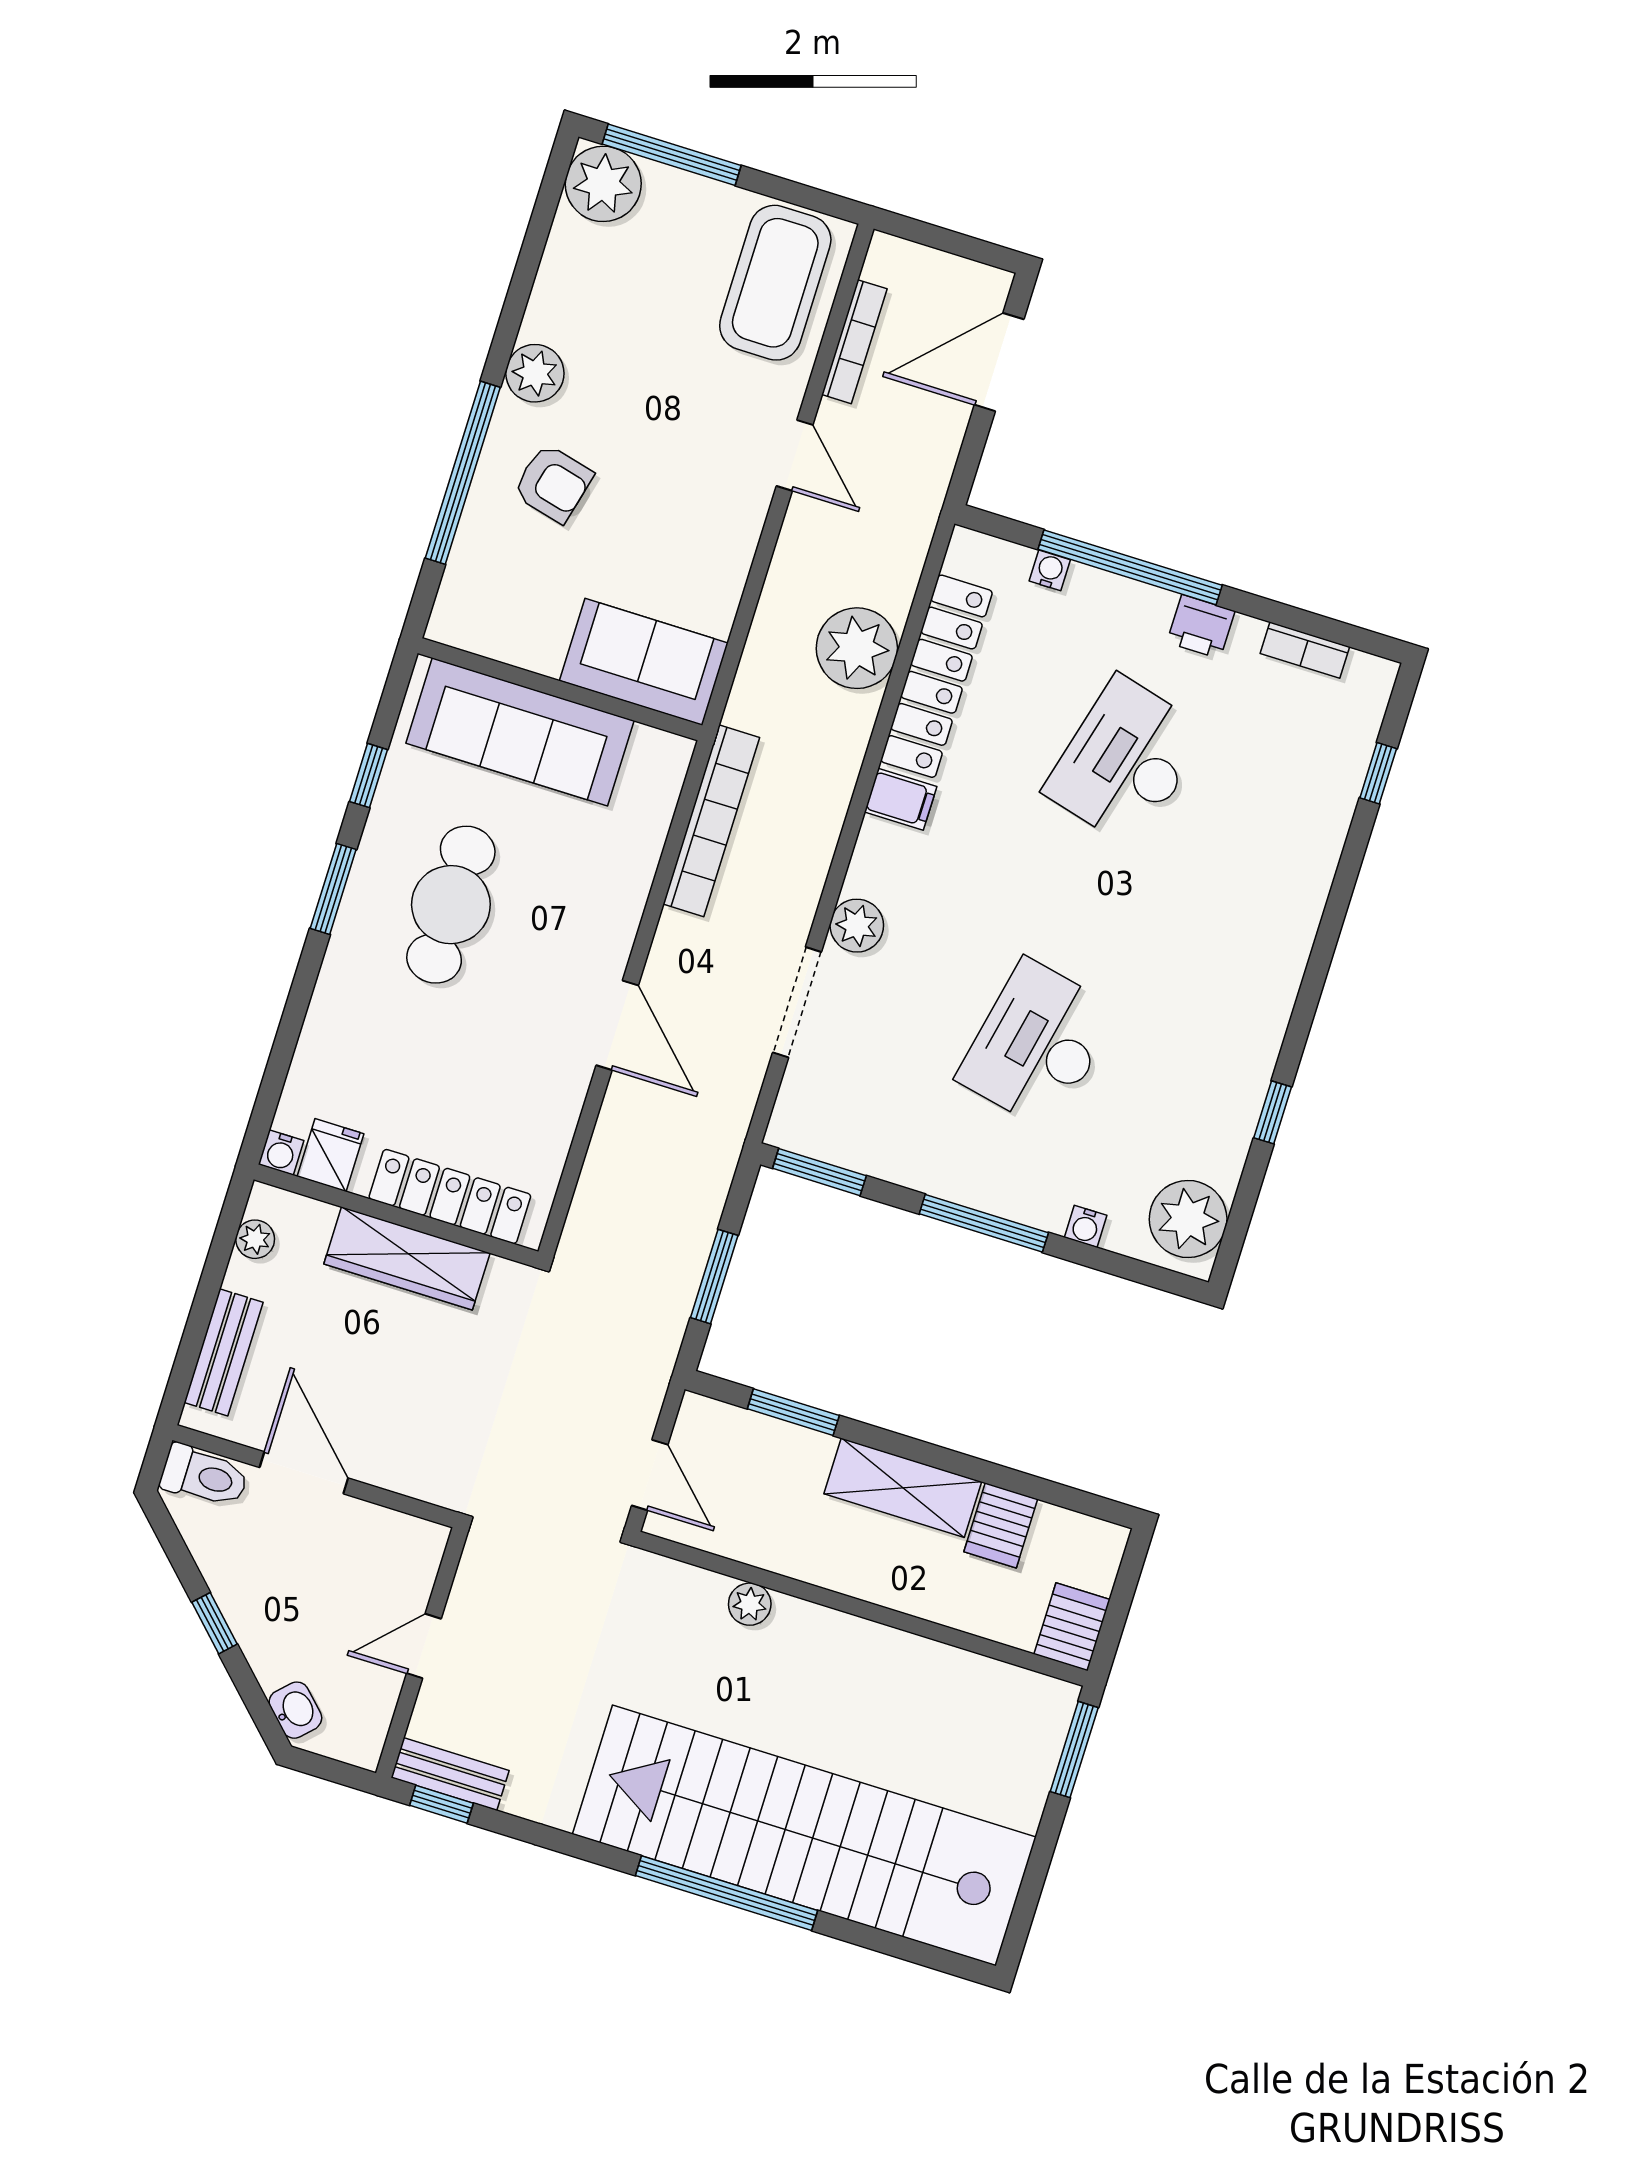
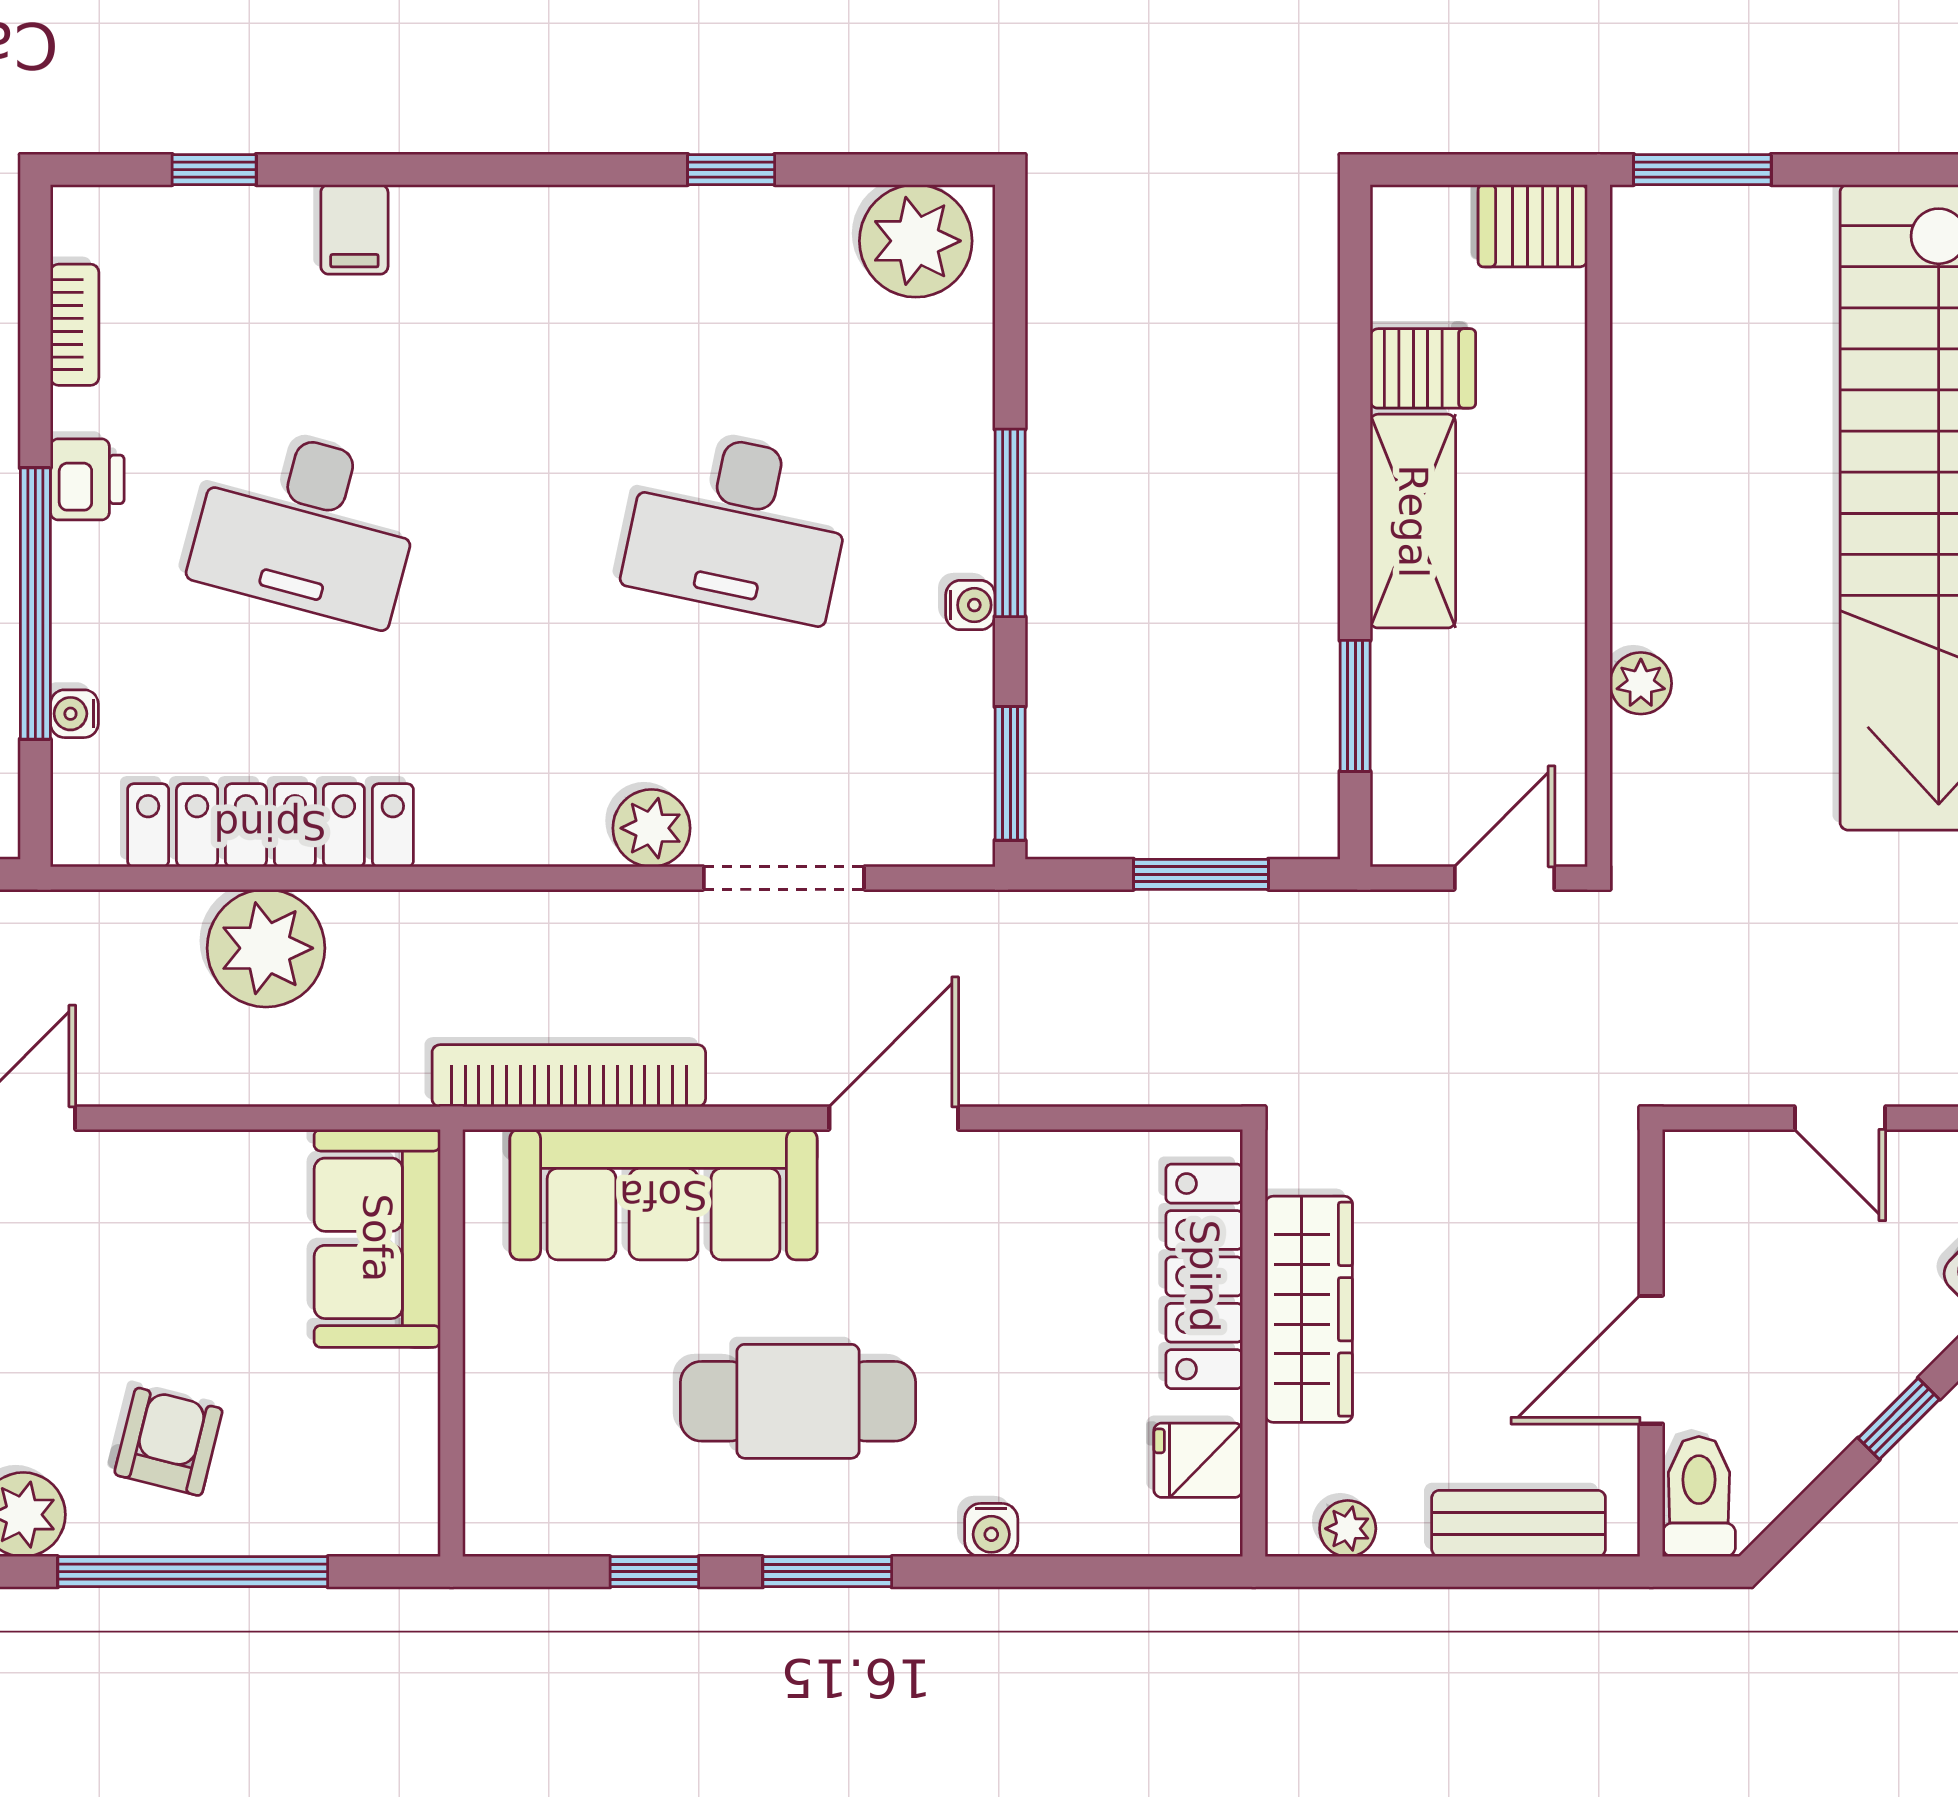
sofa: (520, 732) -> (663, 1195), moved, turned 90
filing cabinet: (901, 799) -> (354, 229), moved, turned 180
water cooler: (281, 1152) -> (991, 1530), moved, turned 90
water cooler: (1086, 1226) -> (970, 605), moved

